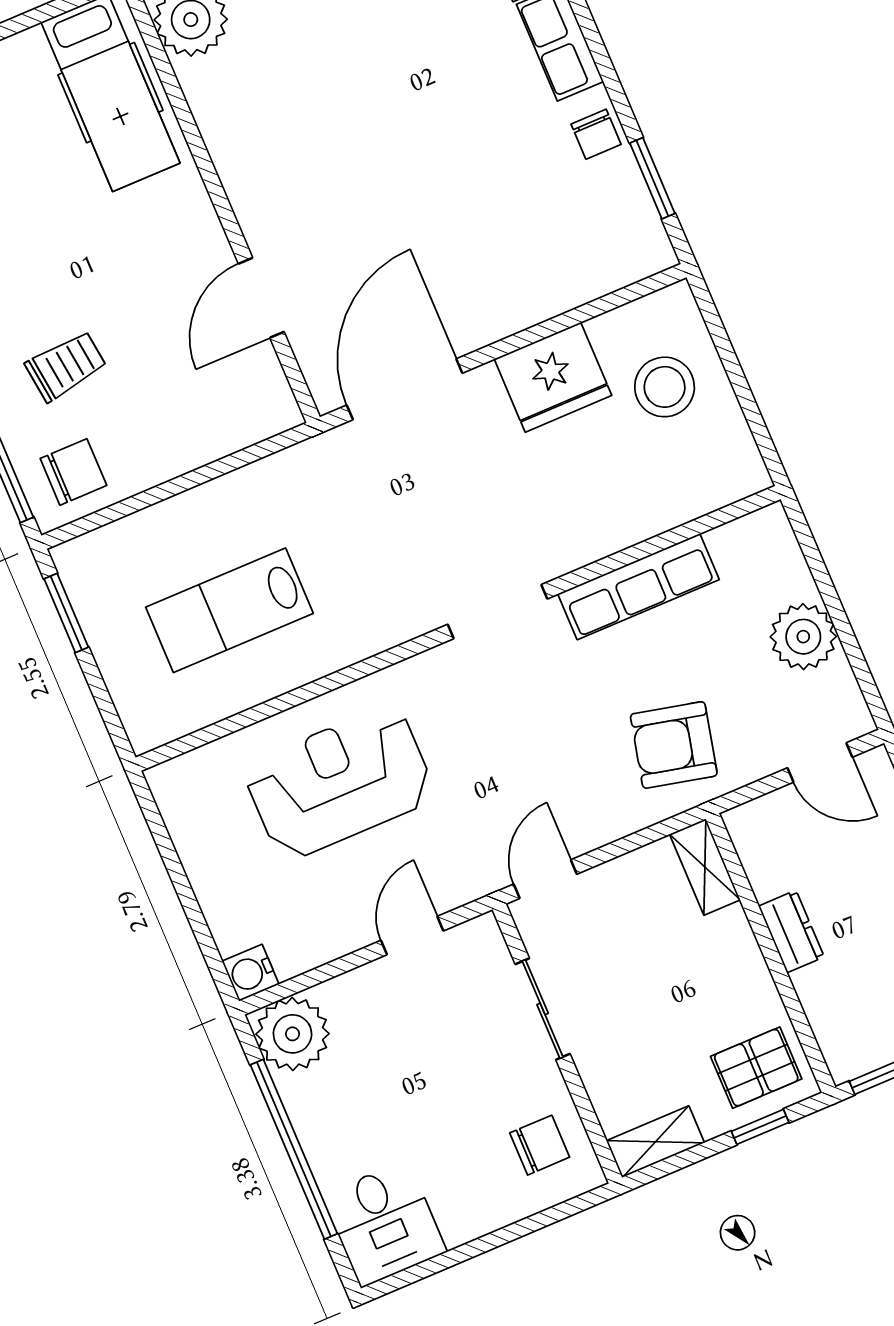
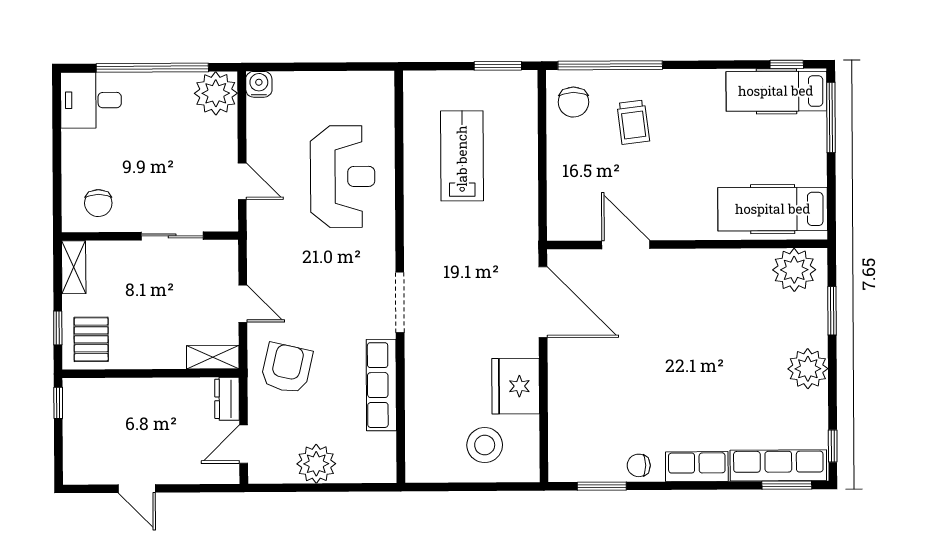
door: (545, 879) -> (243, 304), moved
dresser: (791, 932) -> (227, 399), moved, turned 90

